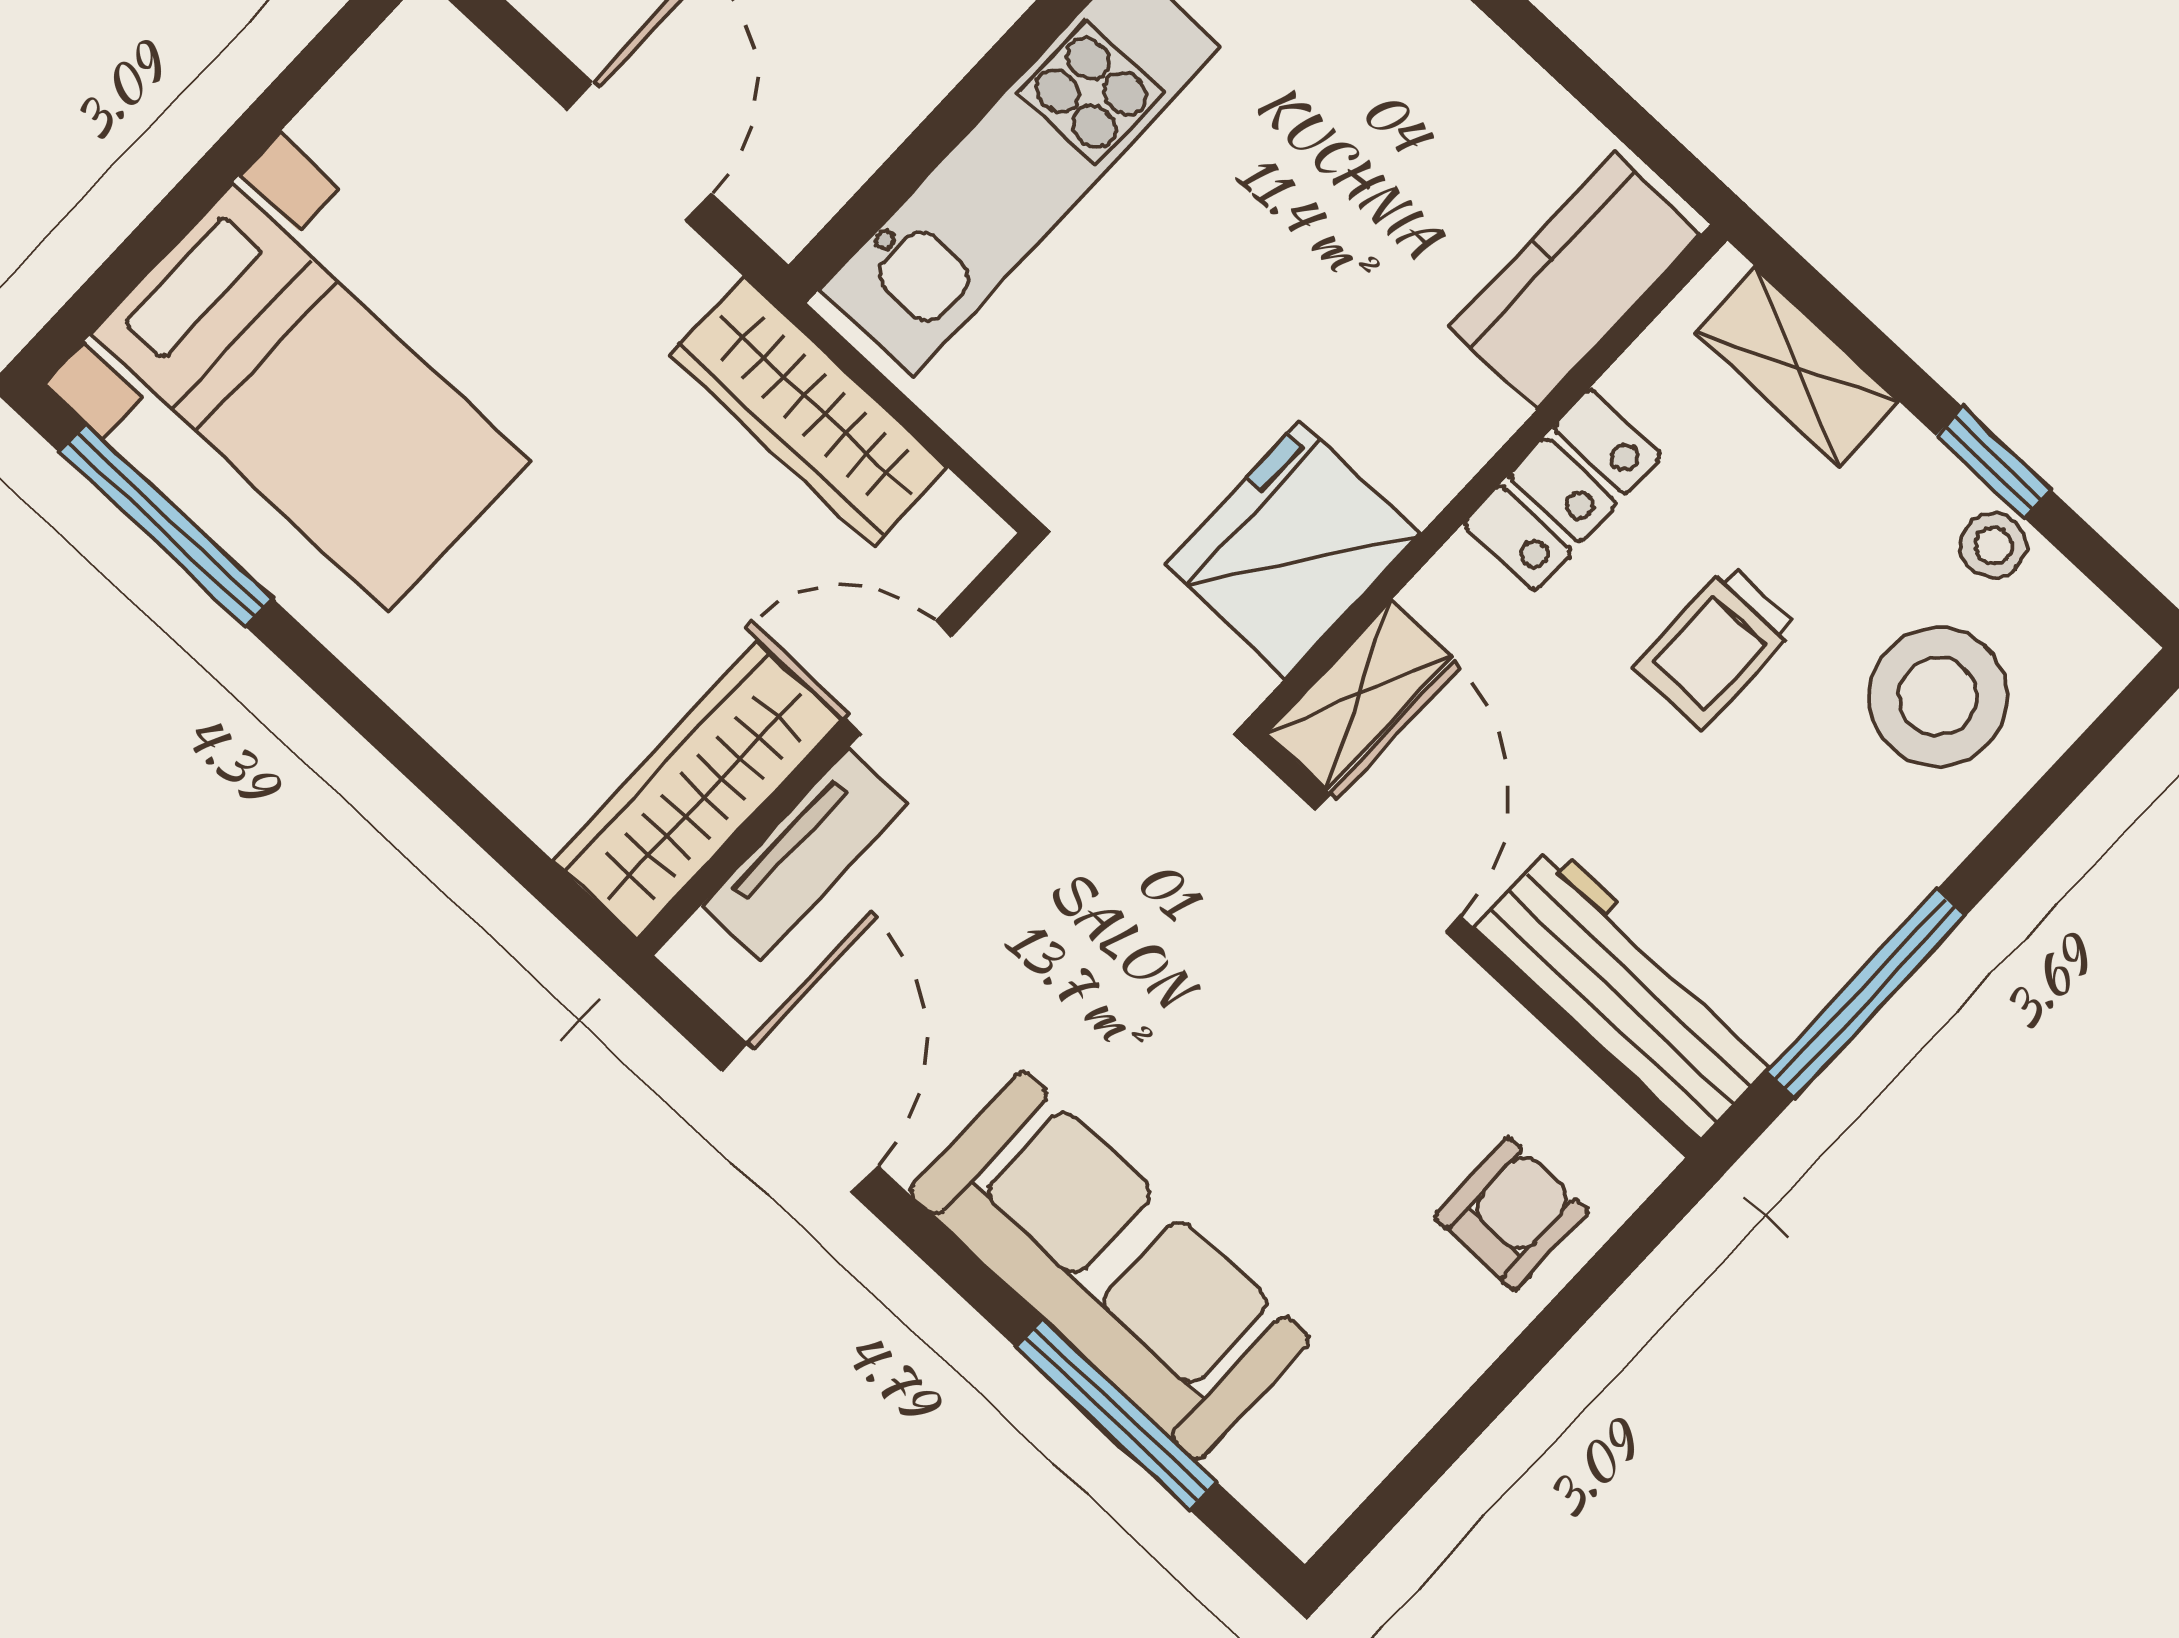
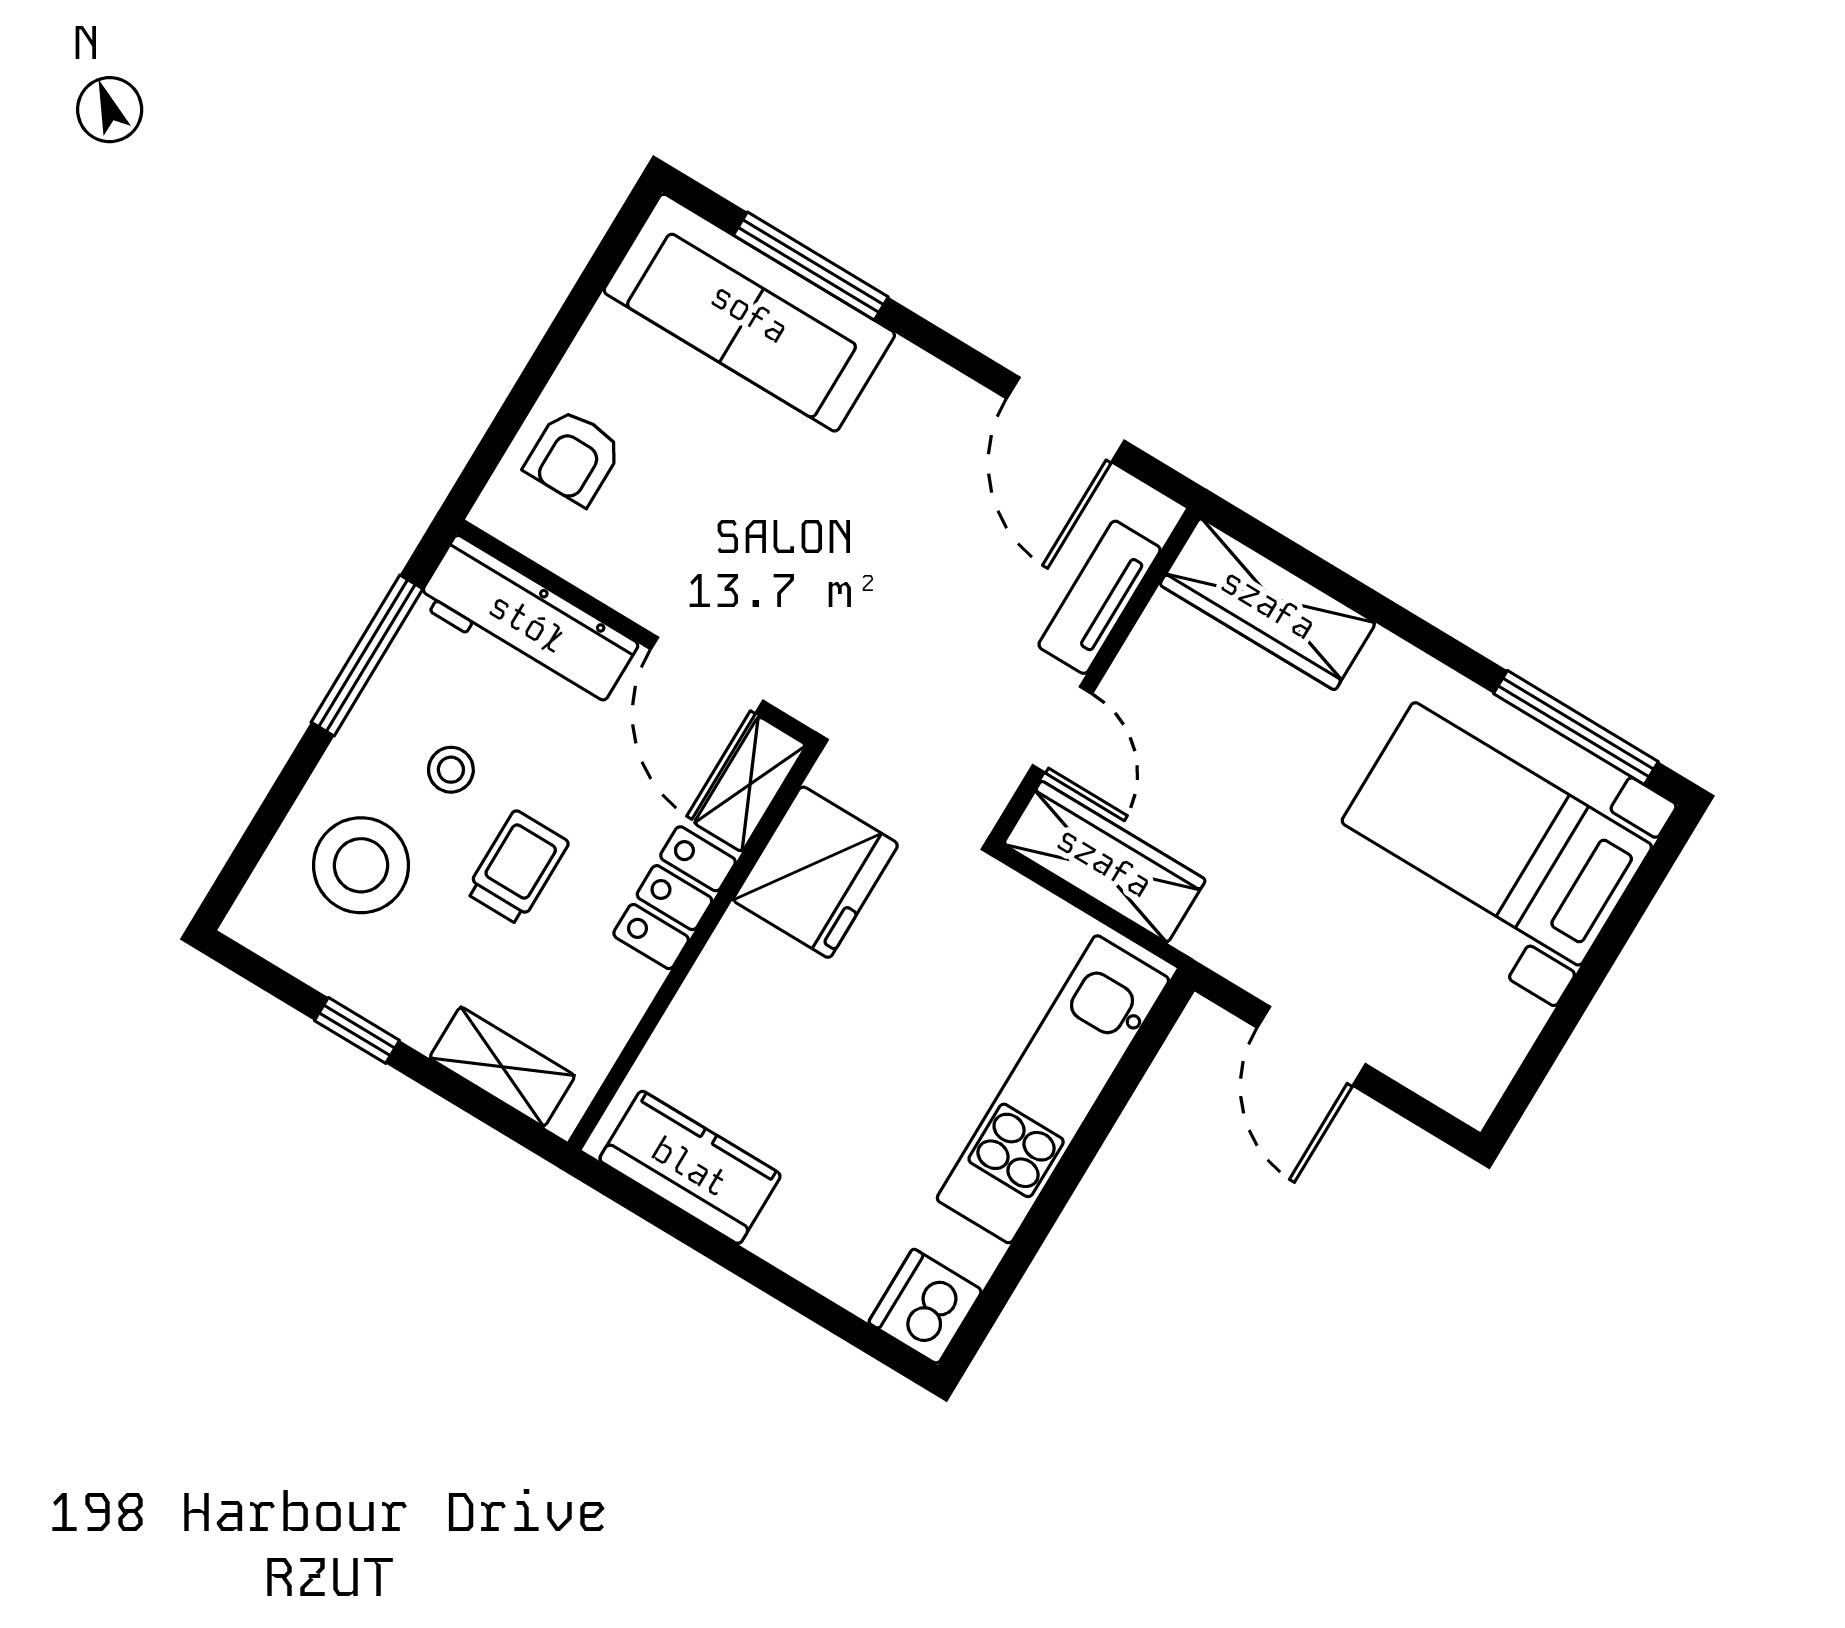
kitchen counter: (1575, 281) -> (690, 1167), moved, turned -90
wardrobe: (809, 412) -> (1104, 862), moved
locker: (1563, 490) -> (675, 898), moved
stool: (1993, 545) -> (451, 770), moved
door: (898, 678) -> (1062, 730), hinge flipped
wardrobe: (697, 790) -> (1268, 604), moved, turned 90
sofa: (1110, 1266) -> (749, 313), moved

